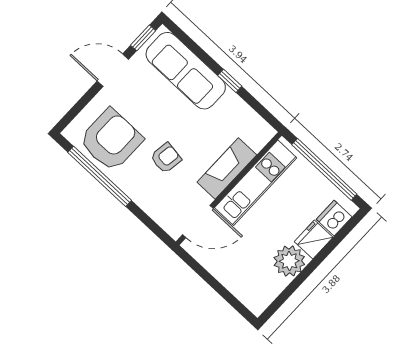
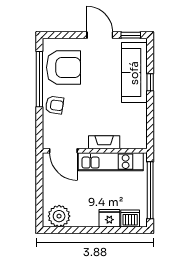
window: (230, 81) -> (150, 82), moved
armchair: (166, 158) -> (54, 105), moved
fireplace: (227, 169) -> (104, 142), width x0.73, depth x0.76
plant: (289, 261) -> (59, 216), moved

